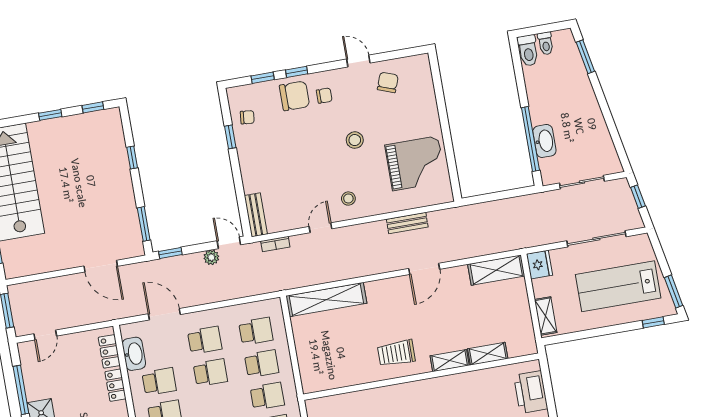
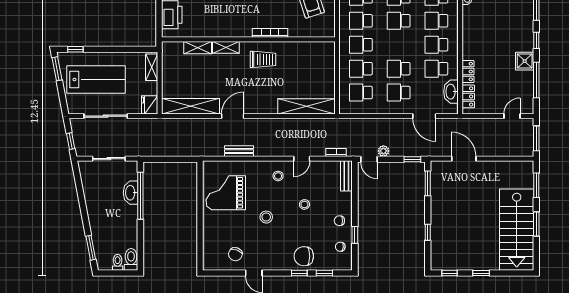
chair: (324, 96) -> (339, 221), moved
stool: (306, 166) -> (304, 204), added
shelving: (496, 270) -> (190, 106), width x1.47
bookcase: (393, 391) -> (270, 33), added

